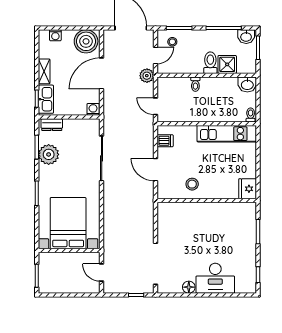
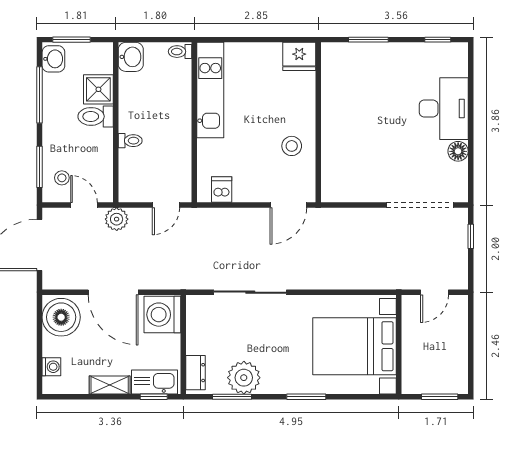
washing machine: (93, 109) -> (162, 315), width x1.89, depth x1.89
door: (155, 170) -> (288, 205), moved

